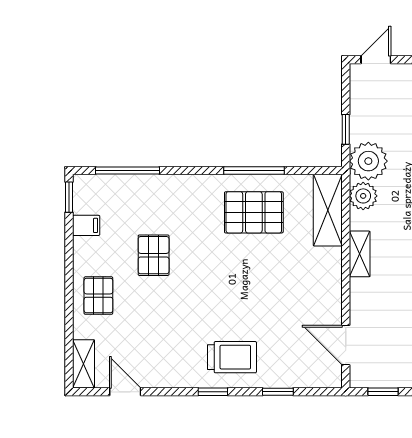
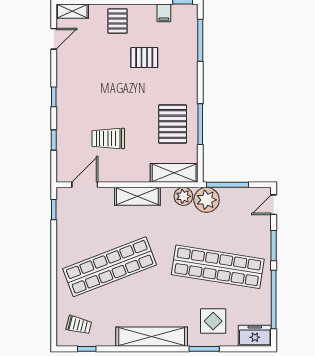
door: (376, 60) -> (274, 205), swing flipped
window: (346, 129) -> (228, 185), width x2.17
shelving: (360, 254) -> (137, 196), width x1.50, depth x1.33
pallet: (98, 296) -> (118, 21), turned 90
trolley: (232, 357) -> (108, 138), moved, turned 90

